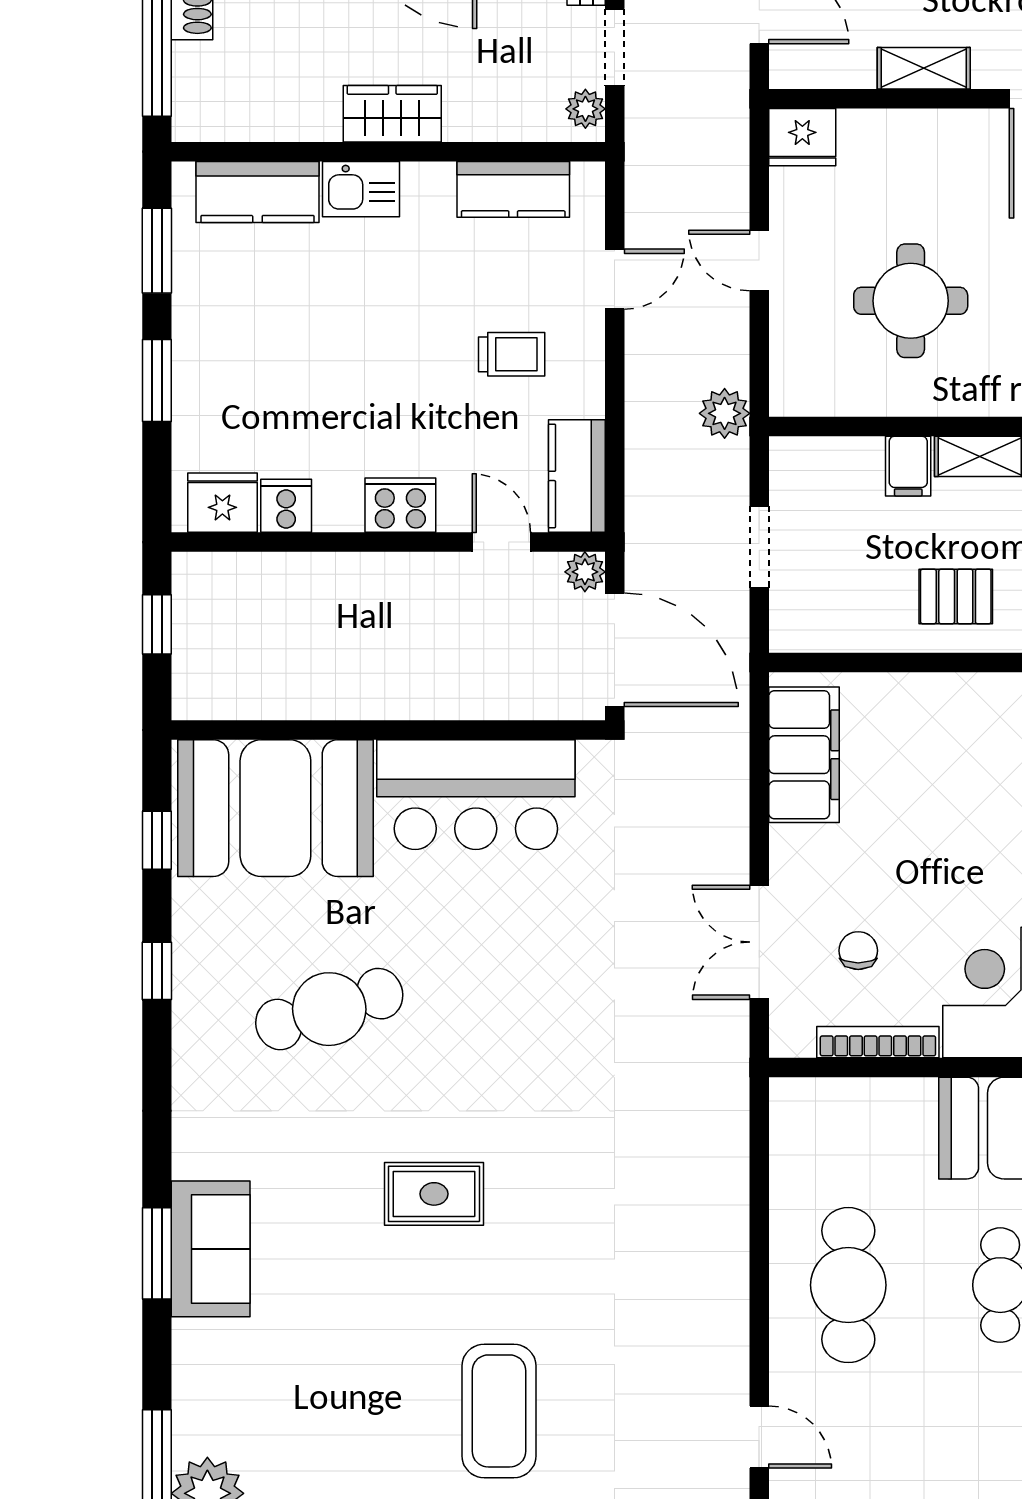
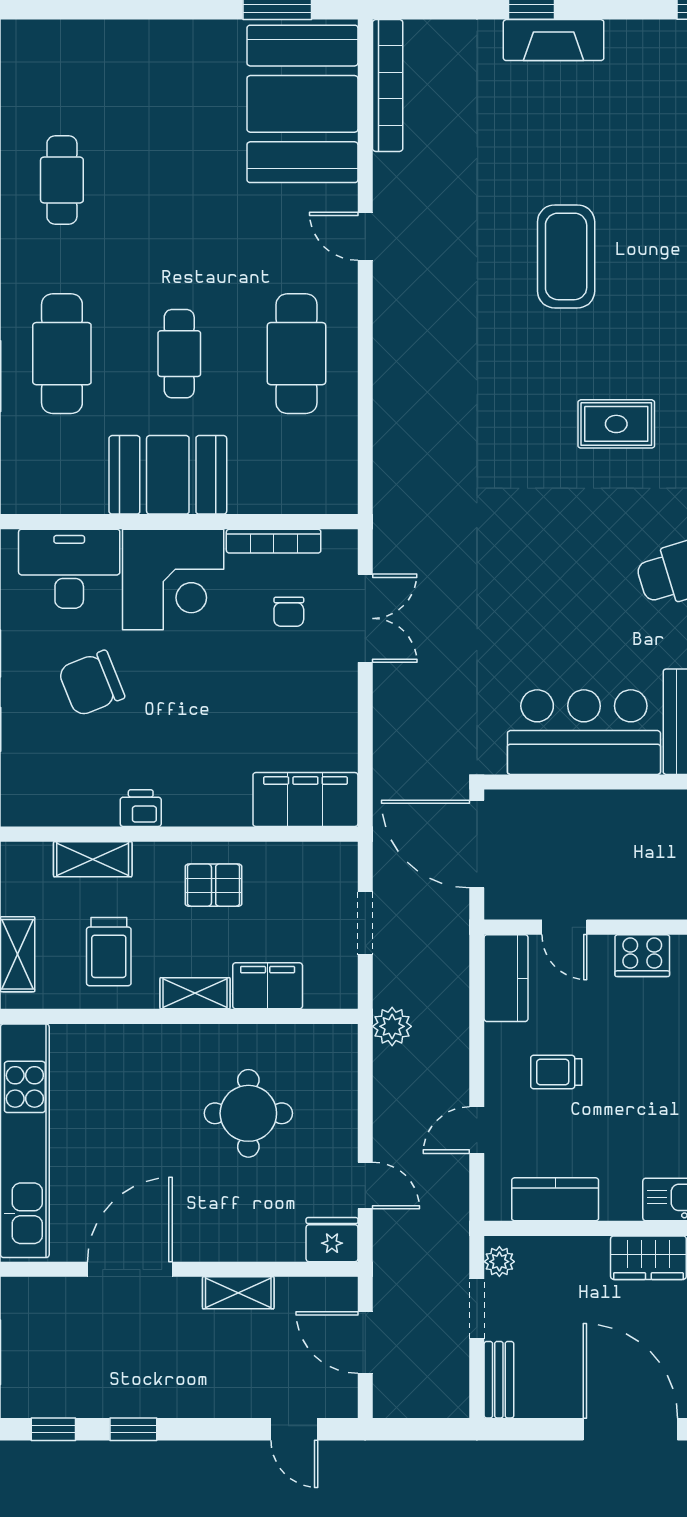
door: (759, 260) -> (365, 1185), moved
filing cabinet: (908, 466) -> (268, 986), width x2.00
plant: (585, 572) -> (500, 904), removed
filing cabinet: (804, 755) -> (305, 800), moved, turned 90

